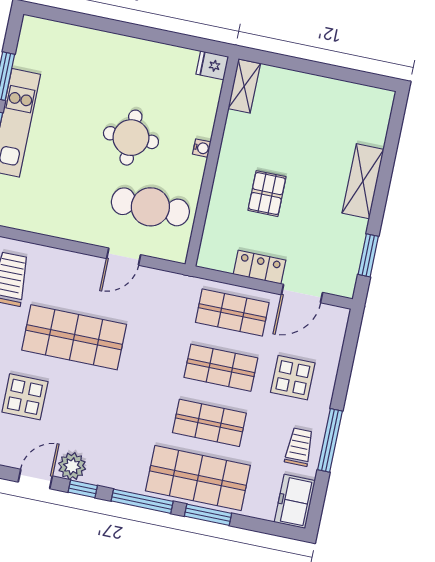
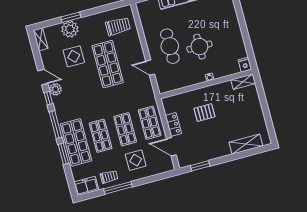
shelving: (363, 181) -> (246, 144), moved
cafe table: (150, 207) -> (170, 46), moved

